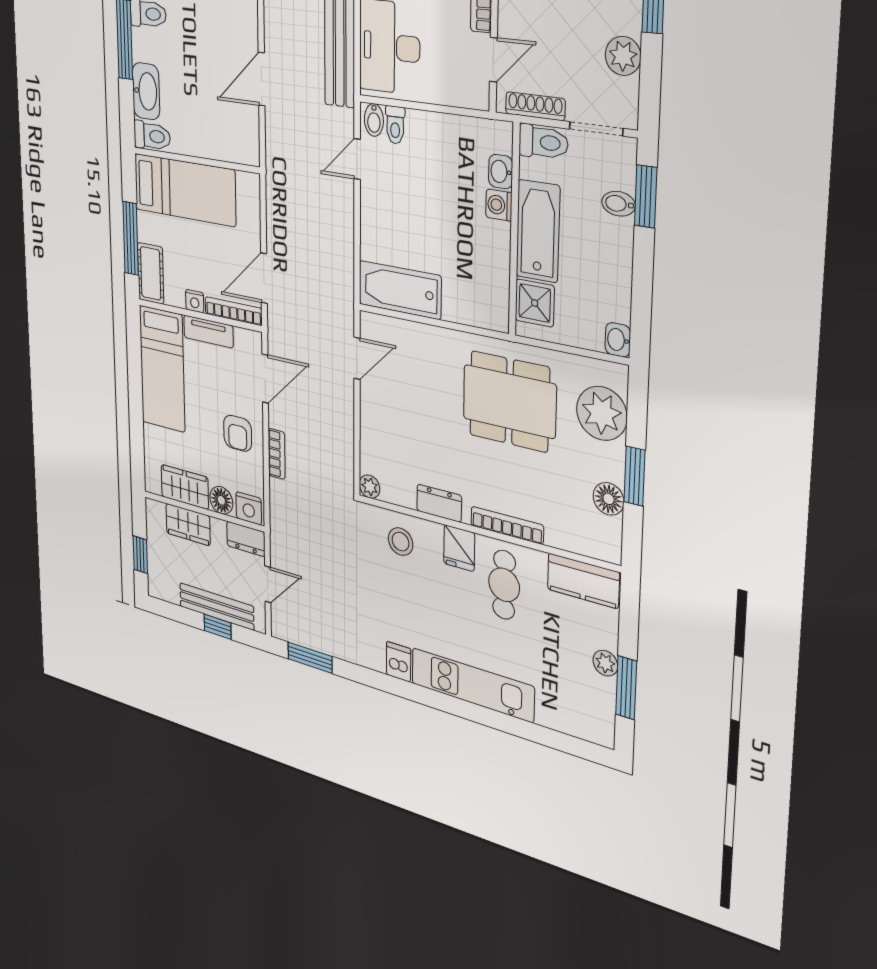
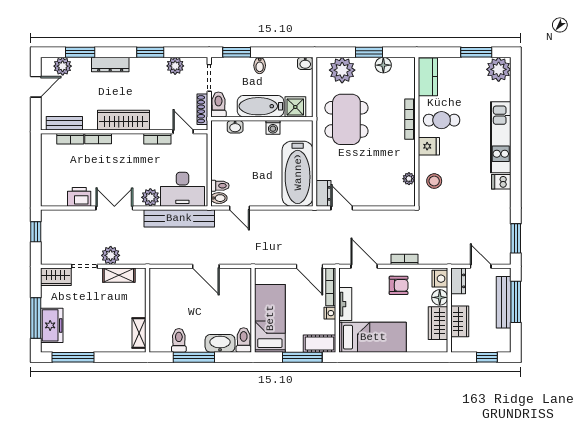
bidet: (619, 204) -> (260, 65), moved
washing machine: (499, 205) -> (273, 127), moved
bathtub: (400, 290) -> (298, 174), width x1.36, depth x1.36
plant: (370, 487) -> (409, 179), moved
dresser: (439, 503) -> (323, 193), moved, turned 180
window: (217, 627) -> (516, 302), width x2.17
plant: (605, 663) -> (499, 69), moved, width x1.88, depth x1.88

